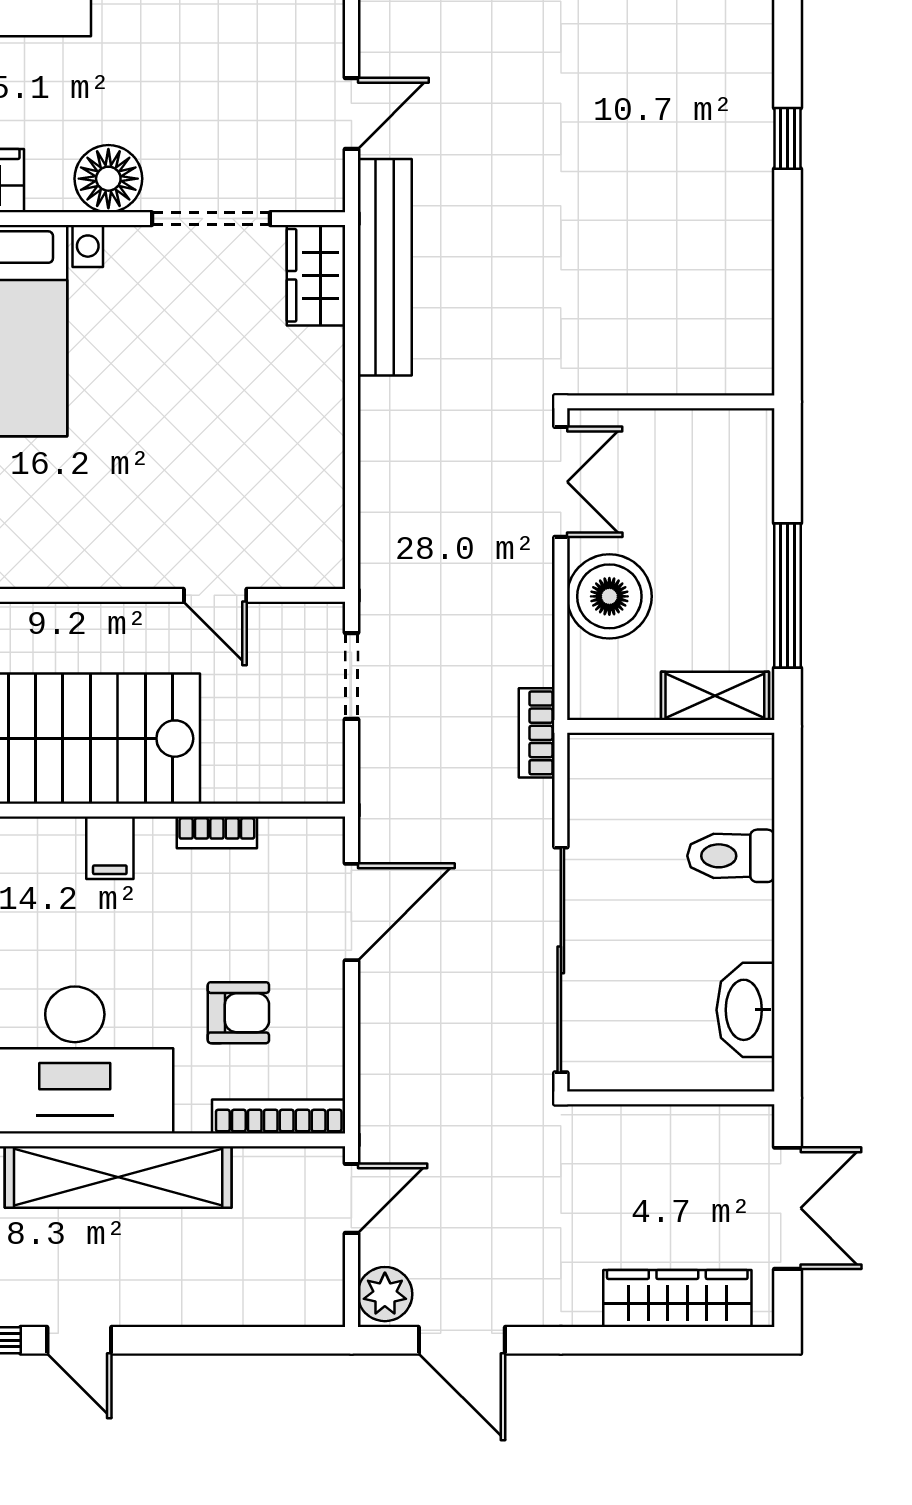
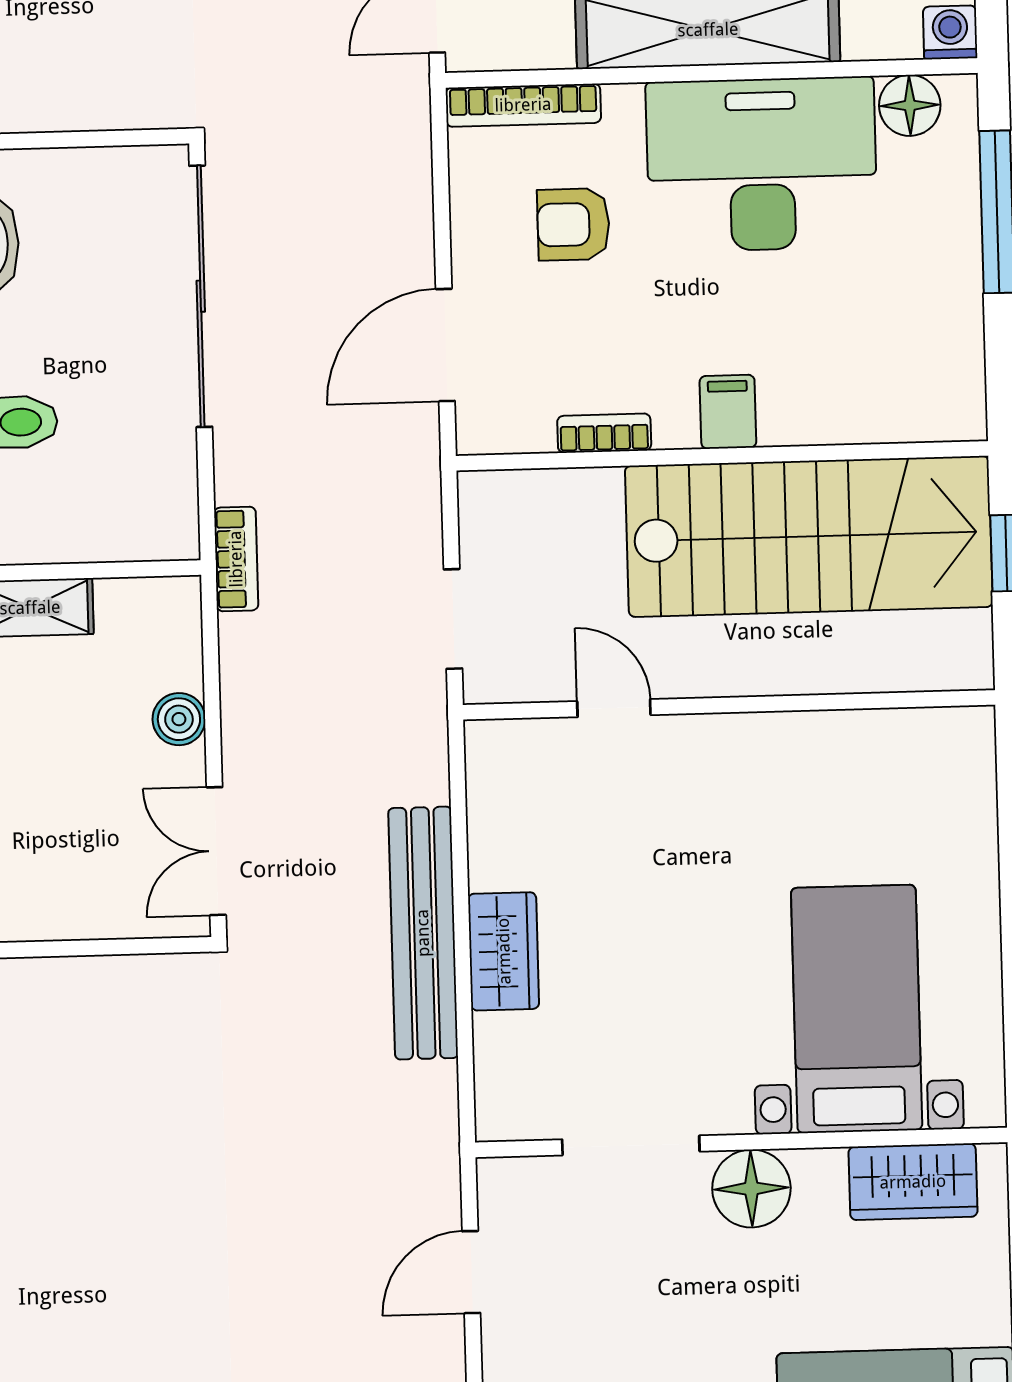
bench: (385, 267) -> (423, 933), moved
wardrobe: (316, 275) -> (504, 951), moved
boiler: (609, 596) -> (179, 719), width x0.54, depth x0.54

